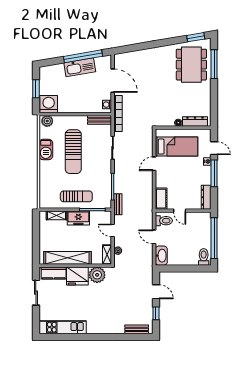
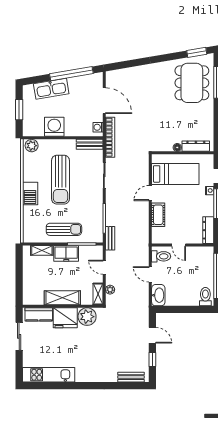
kitchen sink: (80, 67) -> (51, 89), moved
washing machine: (49, 104) -> (54, 127), moved
barbecue: (46, 149) -> (30, 193), moved
cot: (161, 199) -> (158, 215), moved
shelving: (67, 258) -> (62, 298), width x0.68

